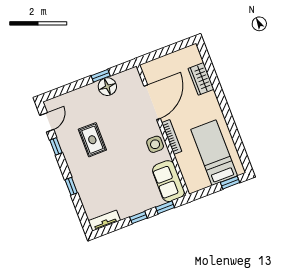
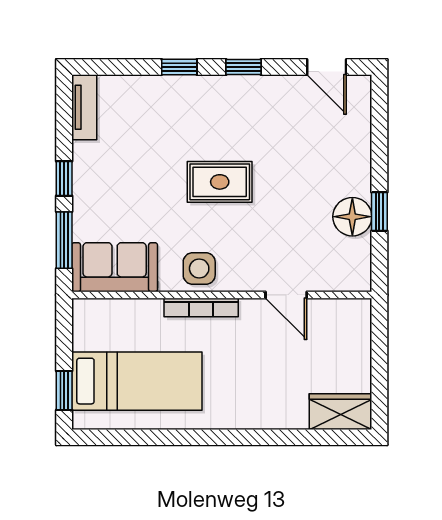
wardrobe: (201, 79) -> (341, 412), moved
door: (152, 102) -> (286, 295), width x0.53
rug: (92, 140) -> (220, 182), moved
window: (56, 146) -> (244, 67), moved
window: (165, 207) -> (64, 240), width x1.50

